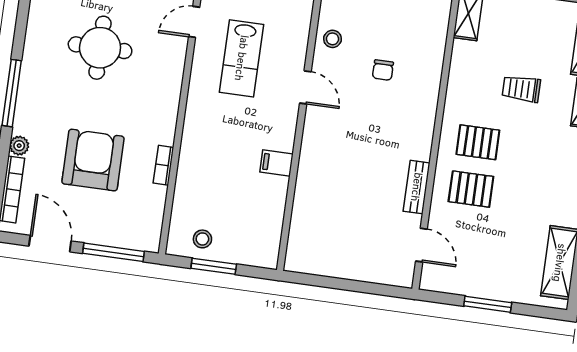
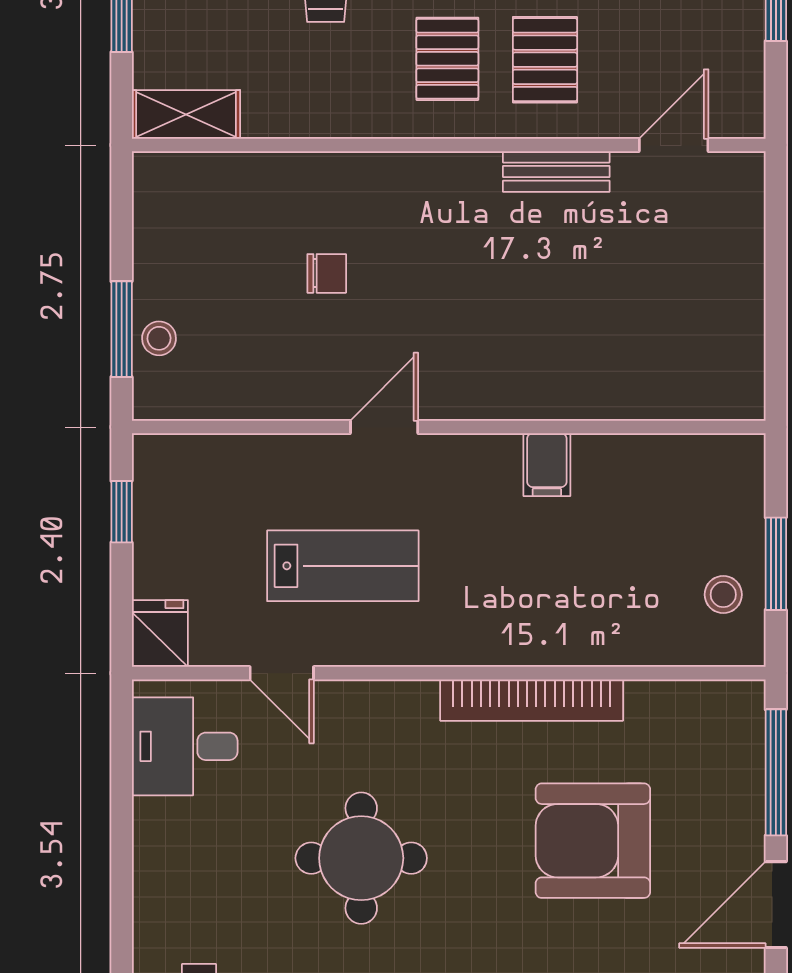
stool: (333, 39) -> (277, 385), removed
bookcase: (163, 165) -> (532, 700), width x2.31, depth x1.31

